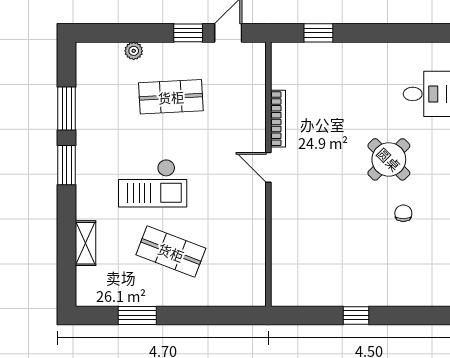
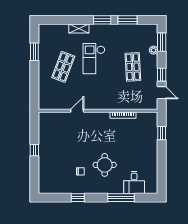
window: (116, 33) -> (162, 42), added
round table: (389, 159) -> (105, 165), turned 45
door: (268, 167) -> (77, 111), moved
shelving: (86, 243) -> (79, 28), moved

